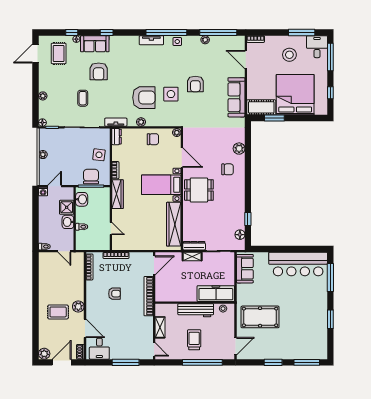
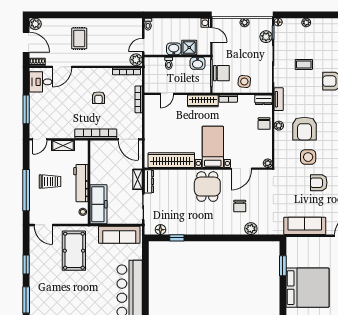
cot: (261, 107) -> (294, 252), removed
plant: (56, 134) -> (266, 37), added
chair: (153, 139) -> (264, 124), moved
chair: (227, 169) -> (240, 206), moved
sofa: (245, 269) -> (119, 235), width x1.36
plant: (78, 307) -> (136, 60), moved

